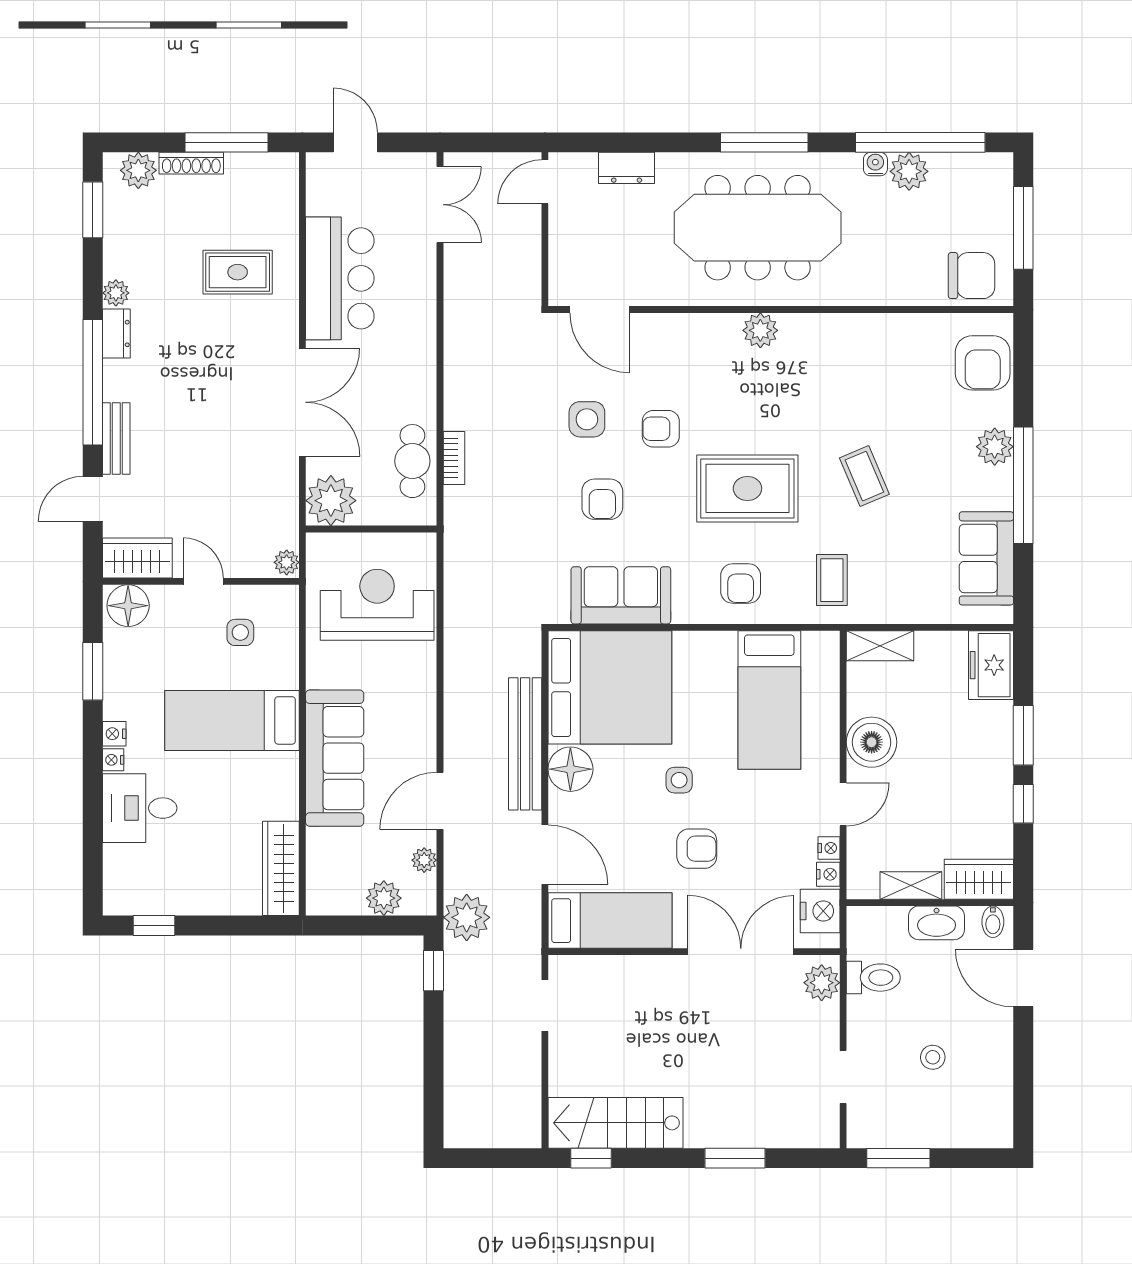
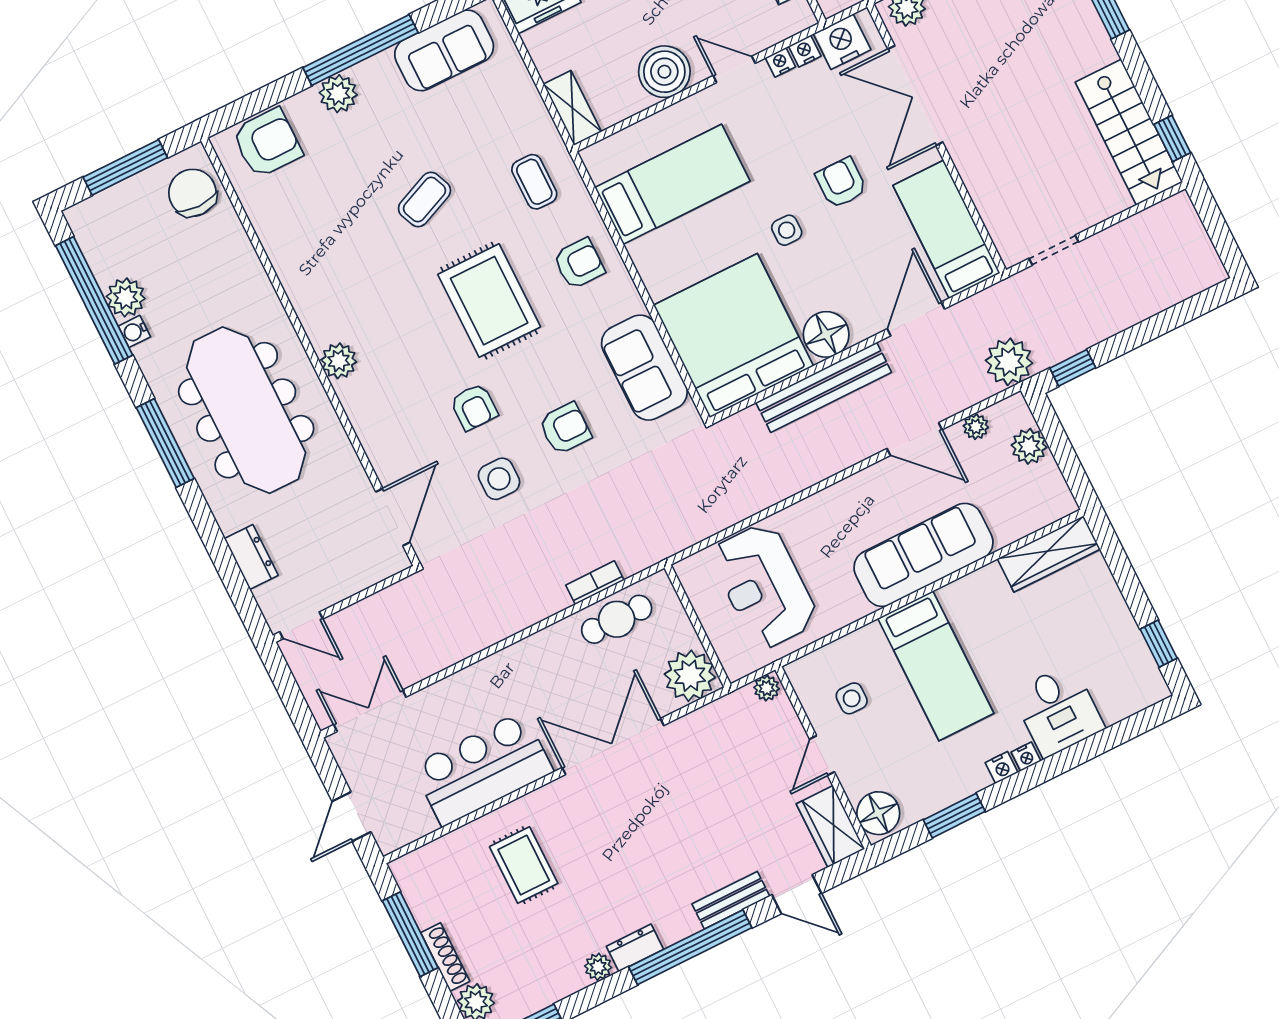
coffee table: (832, 580) -> (534, 182), turned 90

